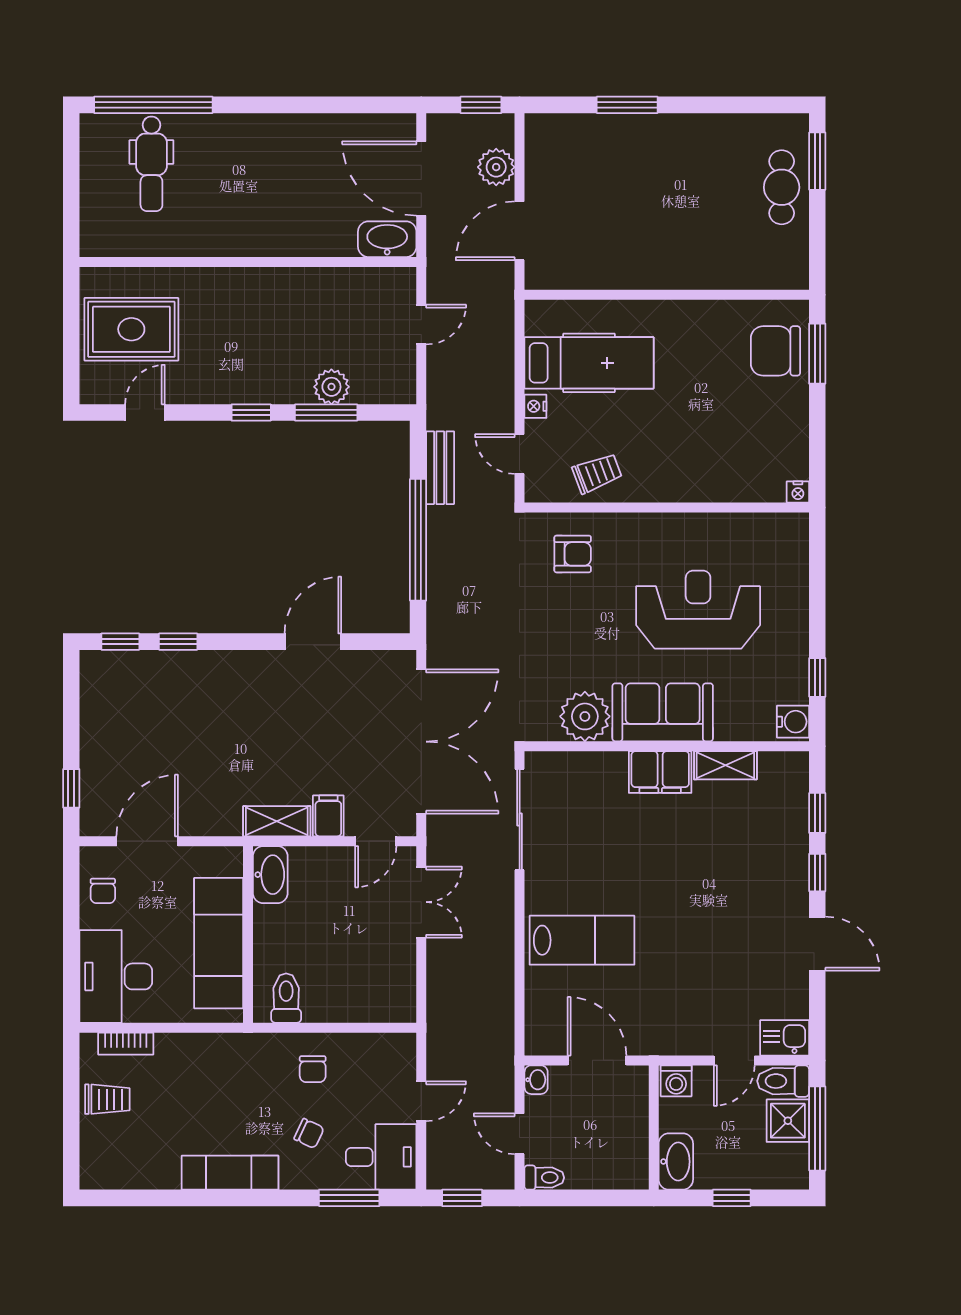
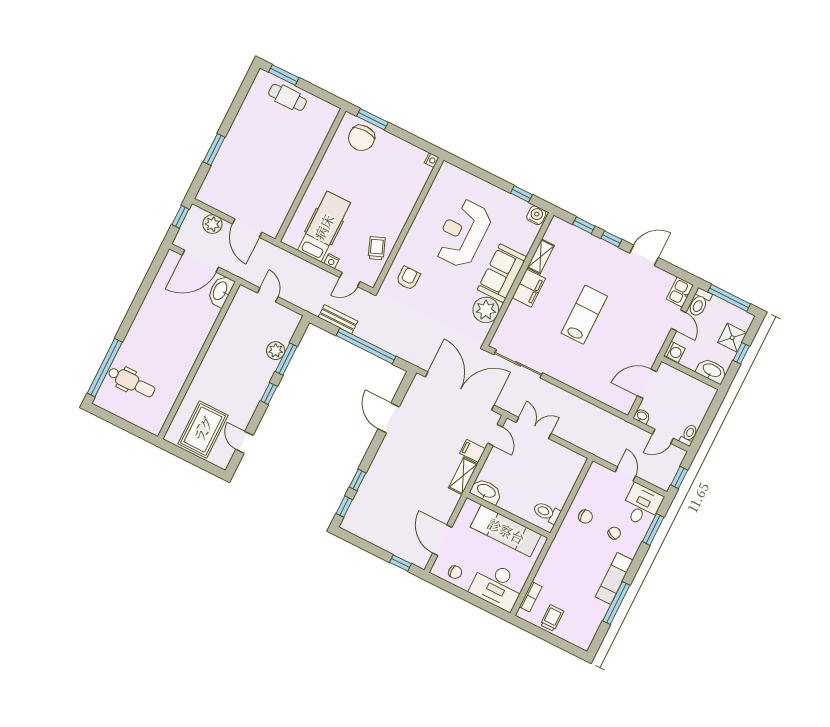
lab bench: (582, 940) -> (584, 315), moved
shower: (788, 1121) -> (732, 338), moved
window: (189, 1198) -> (616, 603), added

